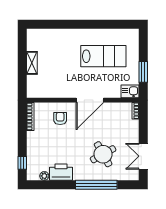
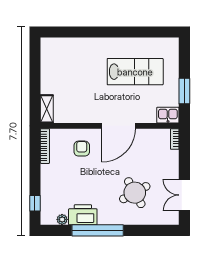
shelving: (32, 63) -> (47, 109), moved
window: (96, 185) -> (98, 230), moved

